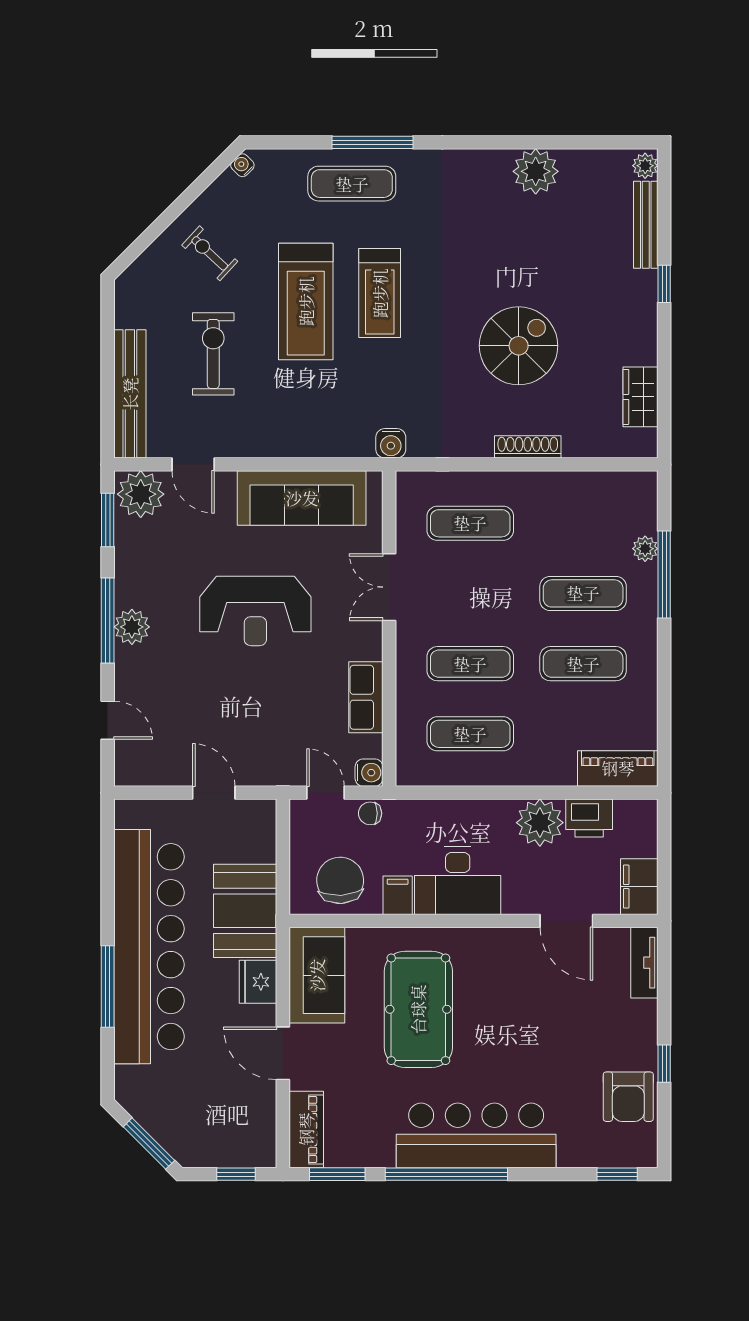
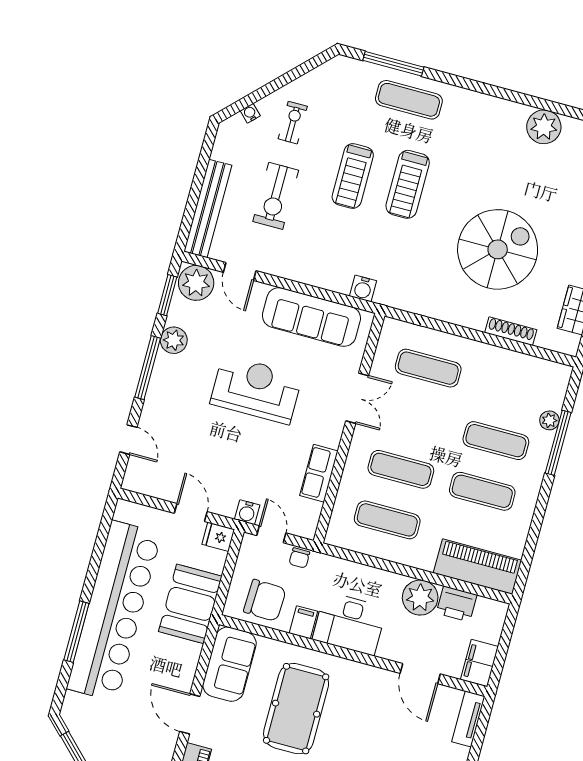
window: (372, 142) -> (393, 64), moved
water cooler: (242, 165) -> (250, 113), moved
exercise bike: (210, 253) -> (293, 123), turned 47
treadmill: (306, 301) -> (353, 176), width x0.73, depth x0.73
spiral stairs: (519, 346) -> (498, 249), width x1.37, depth x1.37
exercise bike: (213, 354) -> (276, 196), turned 180
water cooler: (391, 443) -> (363, 289), moved
shoe rack: (528, 447) -> (511, 331), moved
double door: (389, 587) -> (357, 398), swing flipped
reception desk: (255, 611) -> (256, 389), turned 180
plant: (132, 627) -> (174, 340), moved
piano: (618, 768) -> (477, 567), width x1.37, depth x1.33
water cooler: (369, 773) -> (247, 512), moved, turned 90
chair: (370, 813) -> (299, 558), turned -90
chair: (340, 880) -> (265, 600), turned 95
fridge: (258, 982) -> (218, 537), moved, width x0.72

